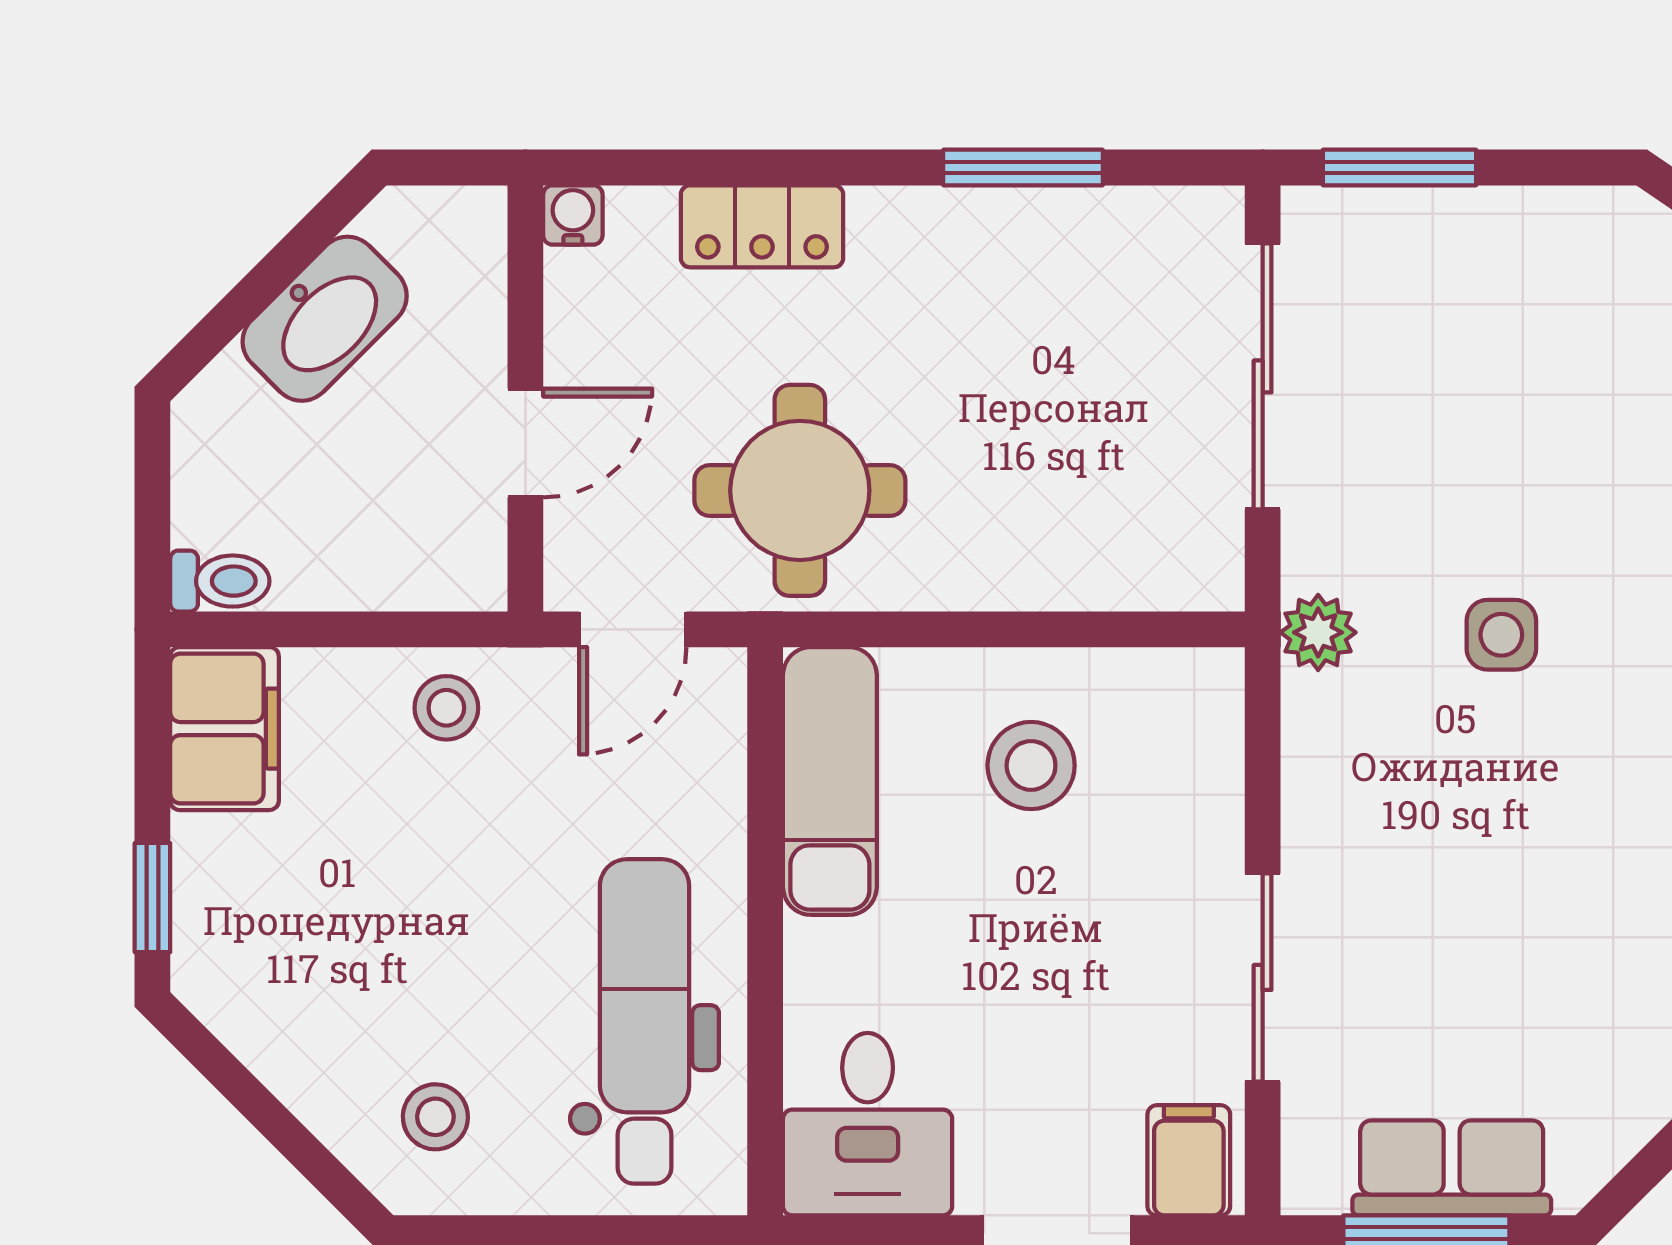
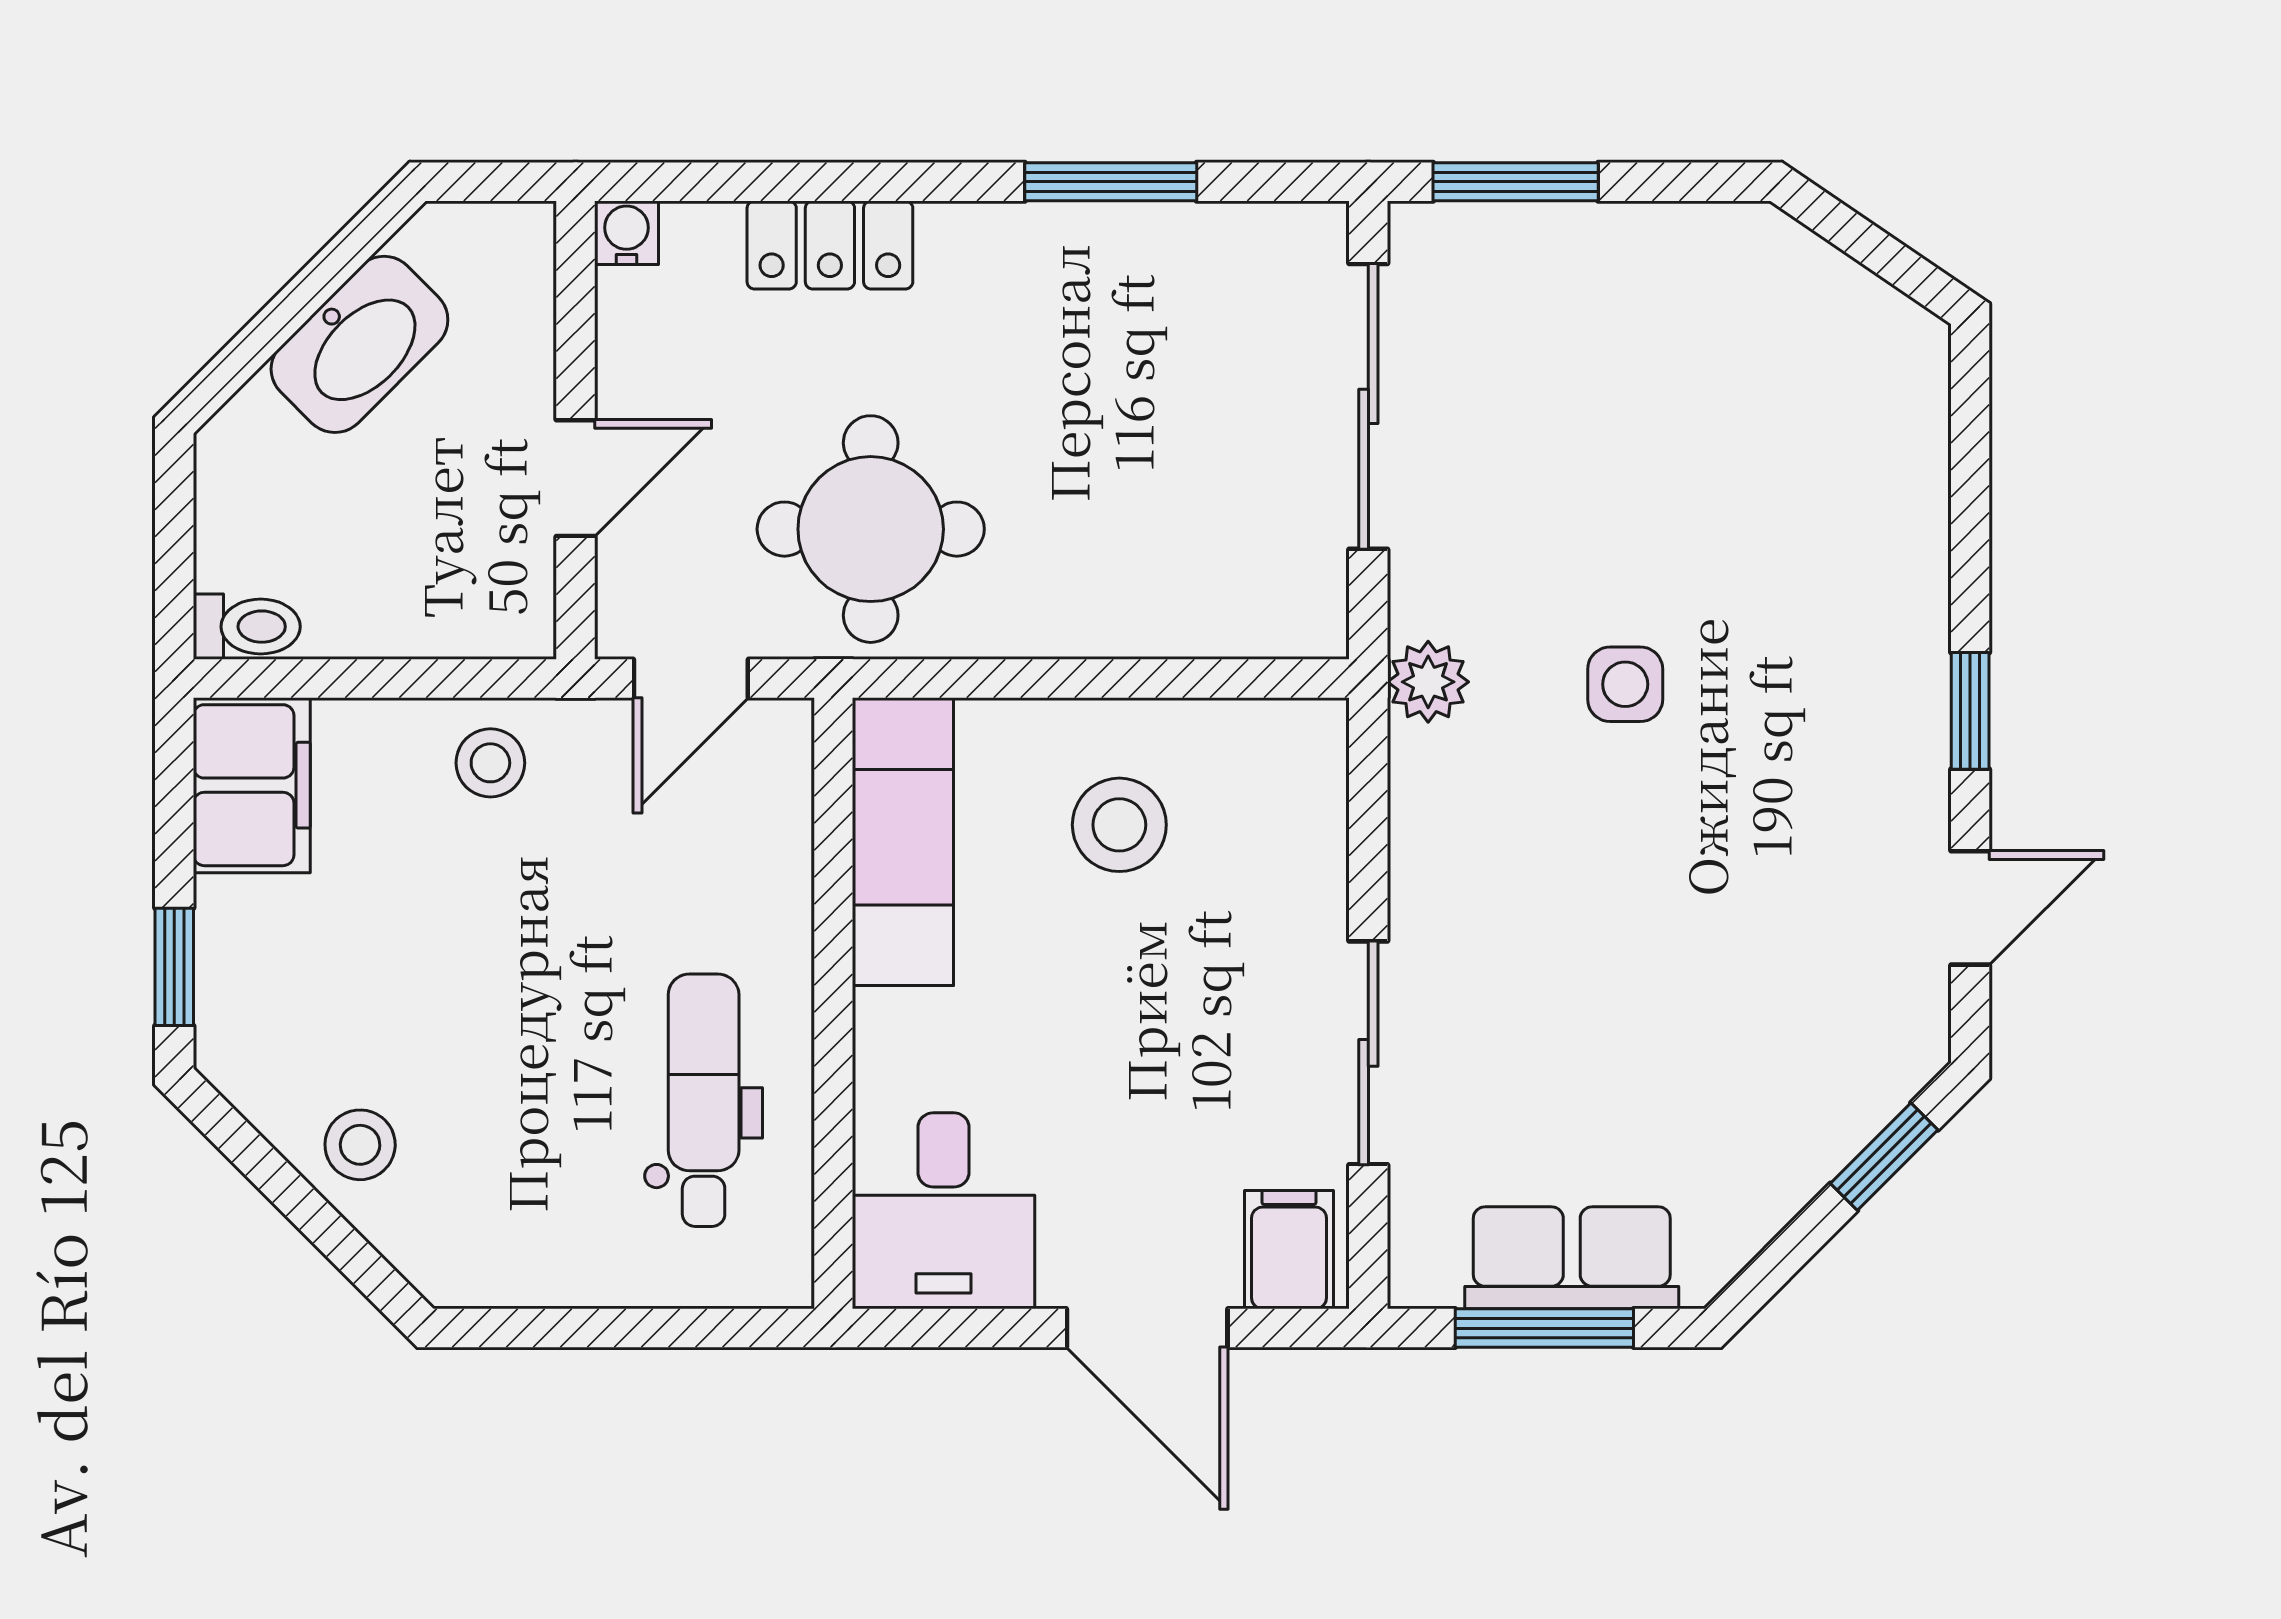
dental chair: (645, 1021) -> (704, 1100), width x0.73, depth x0.72
stool: (435, 1117) -> (360, 1145), moved

